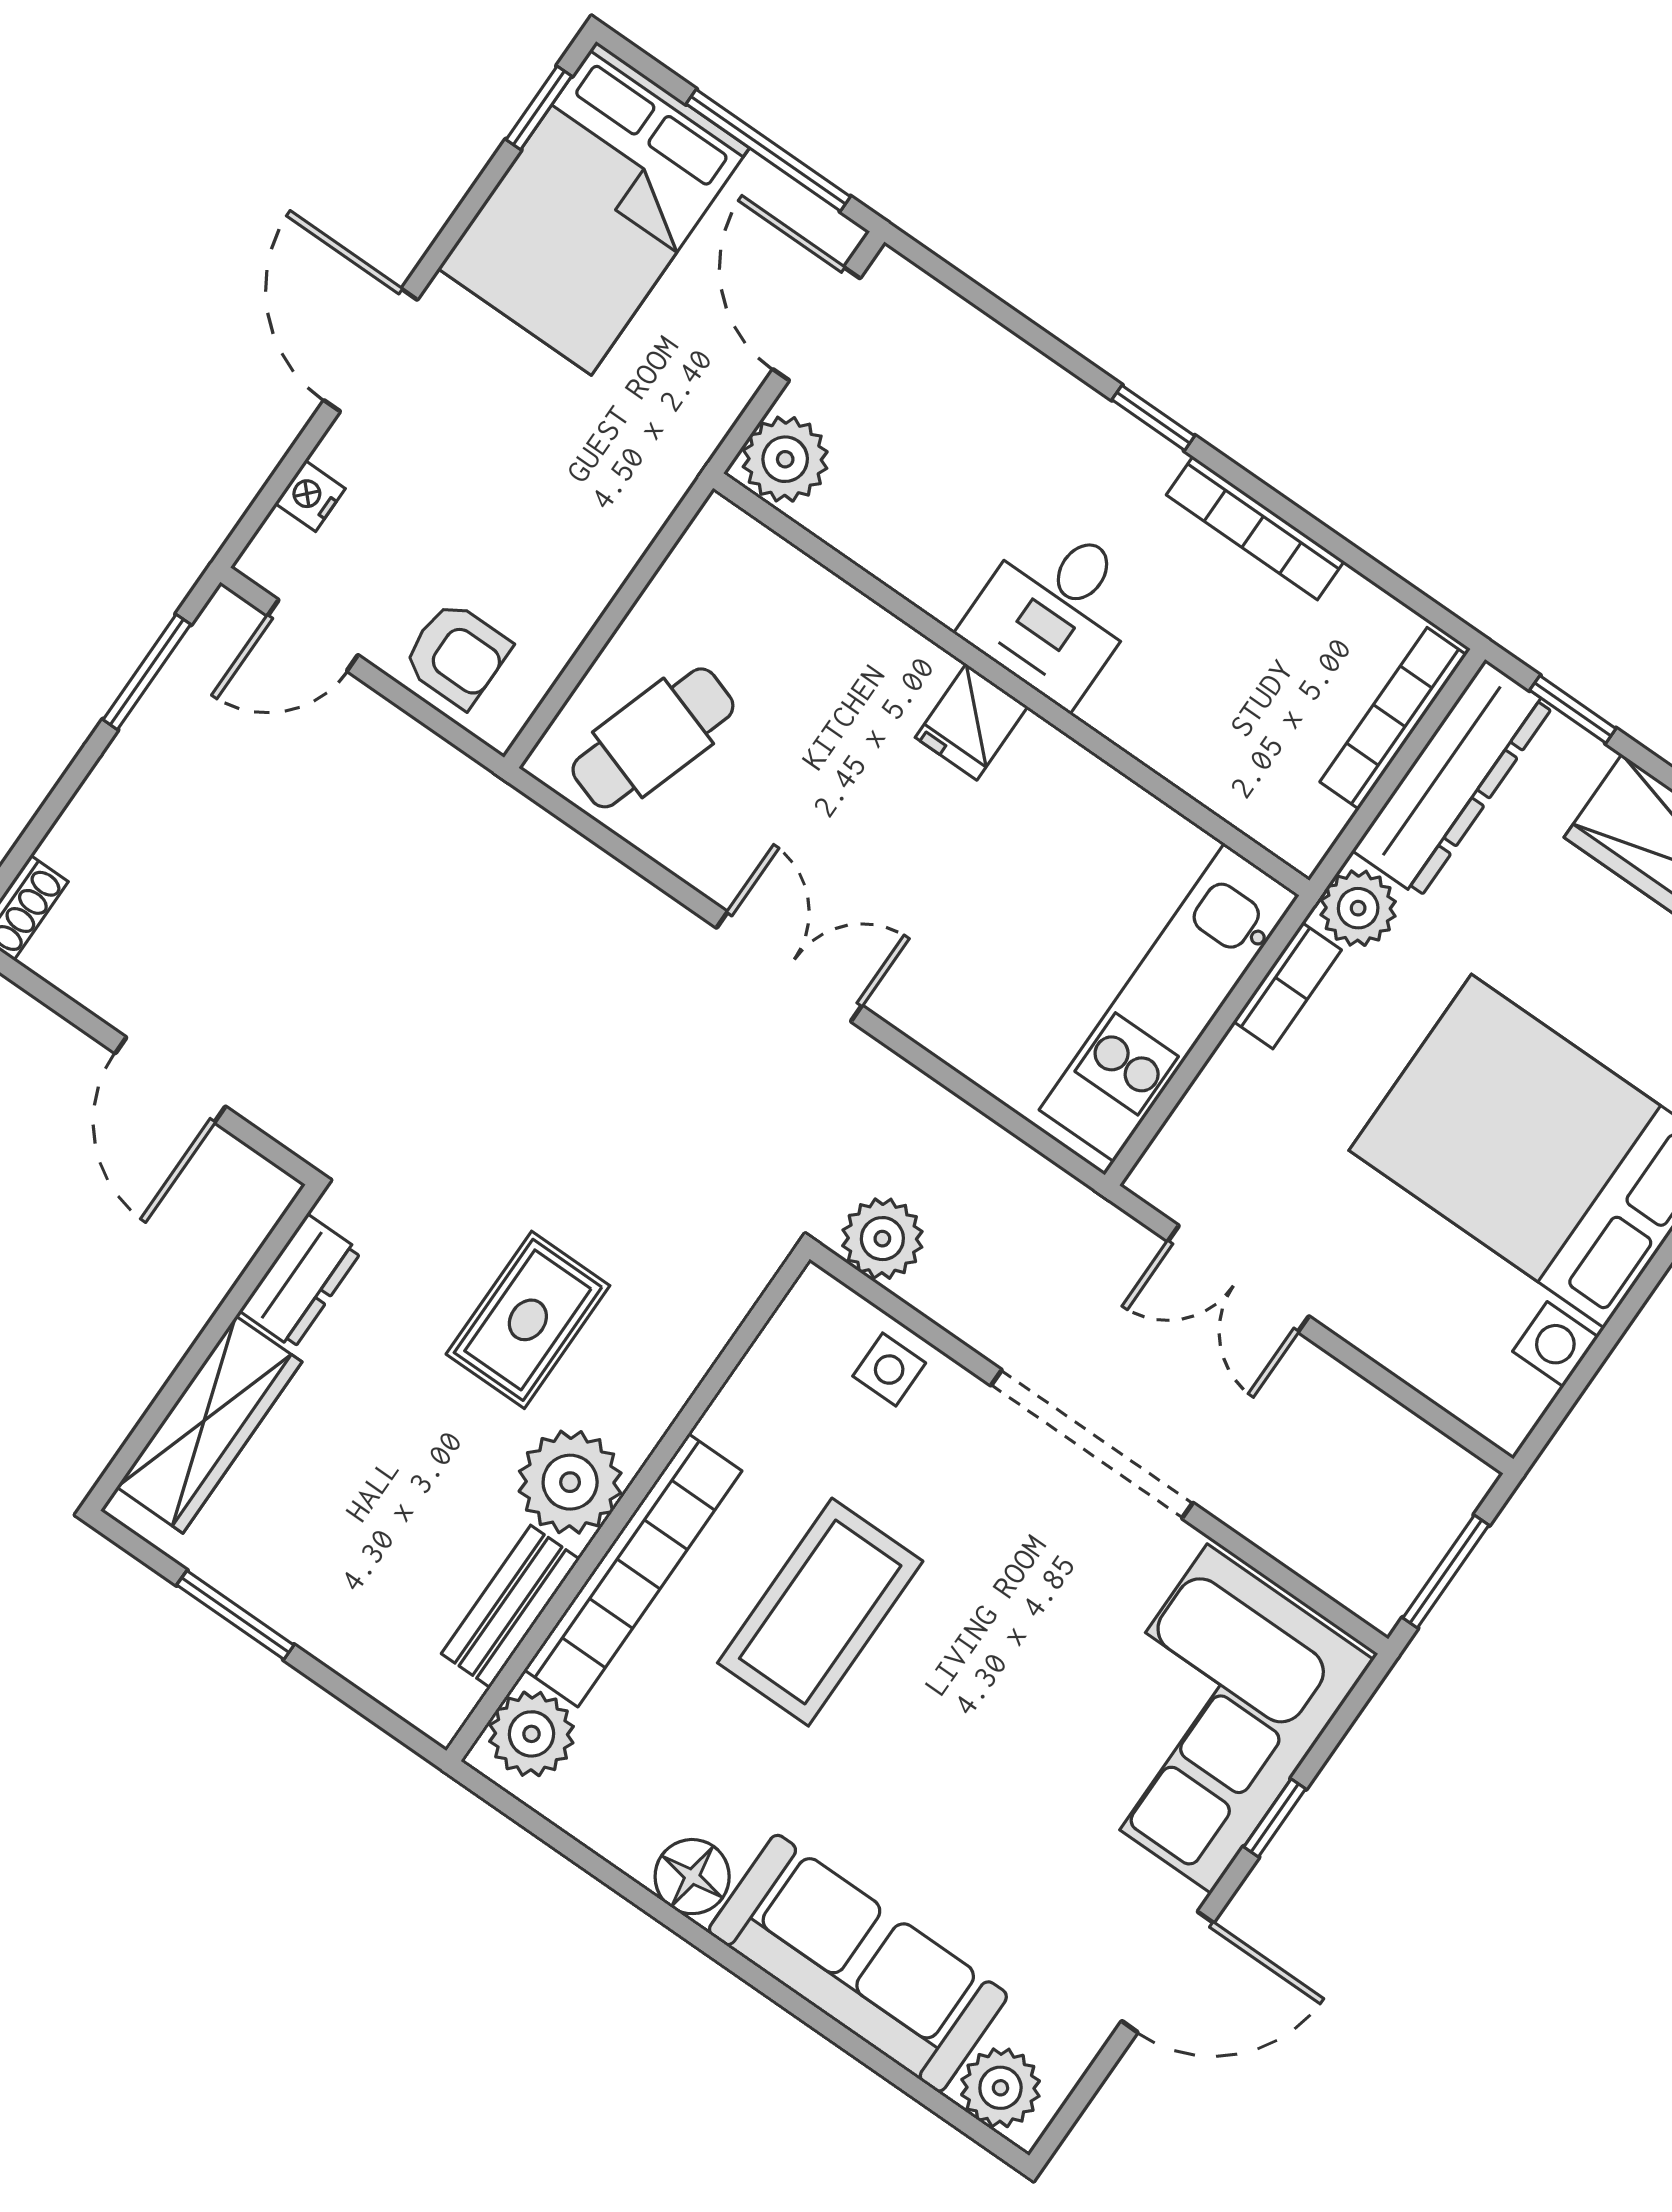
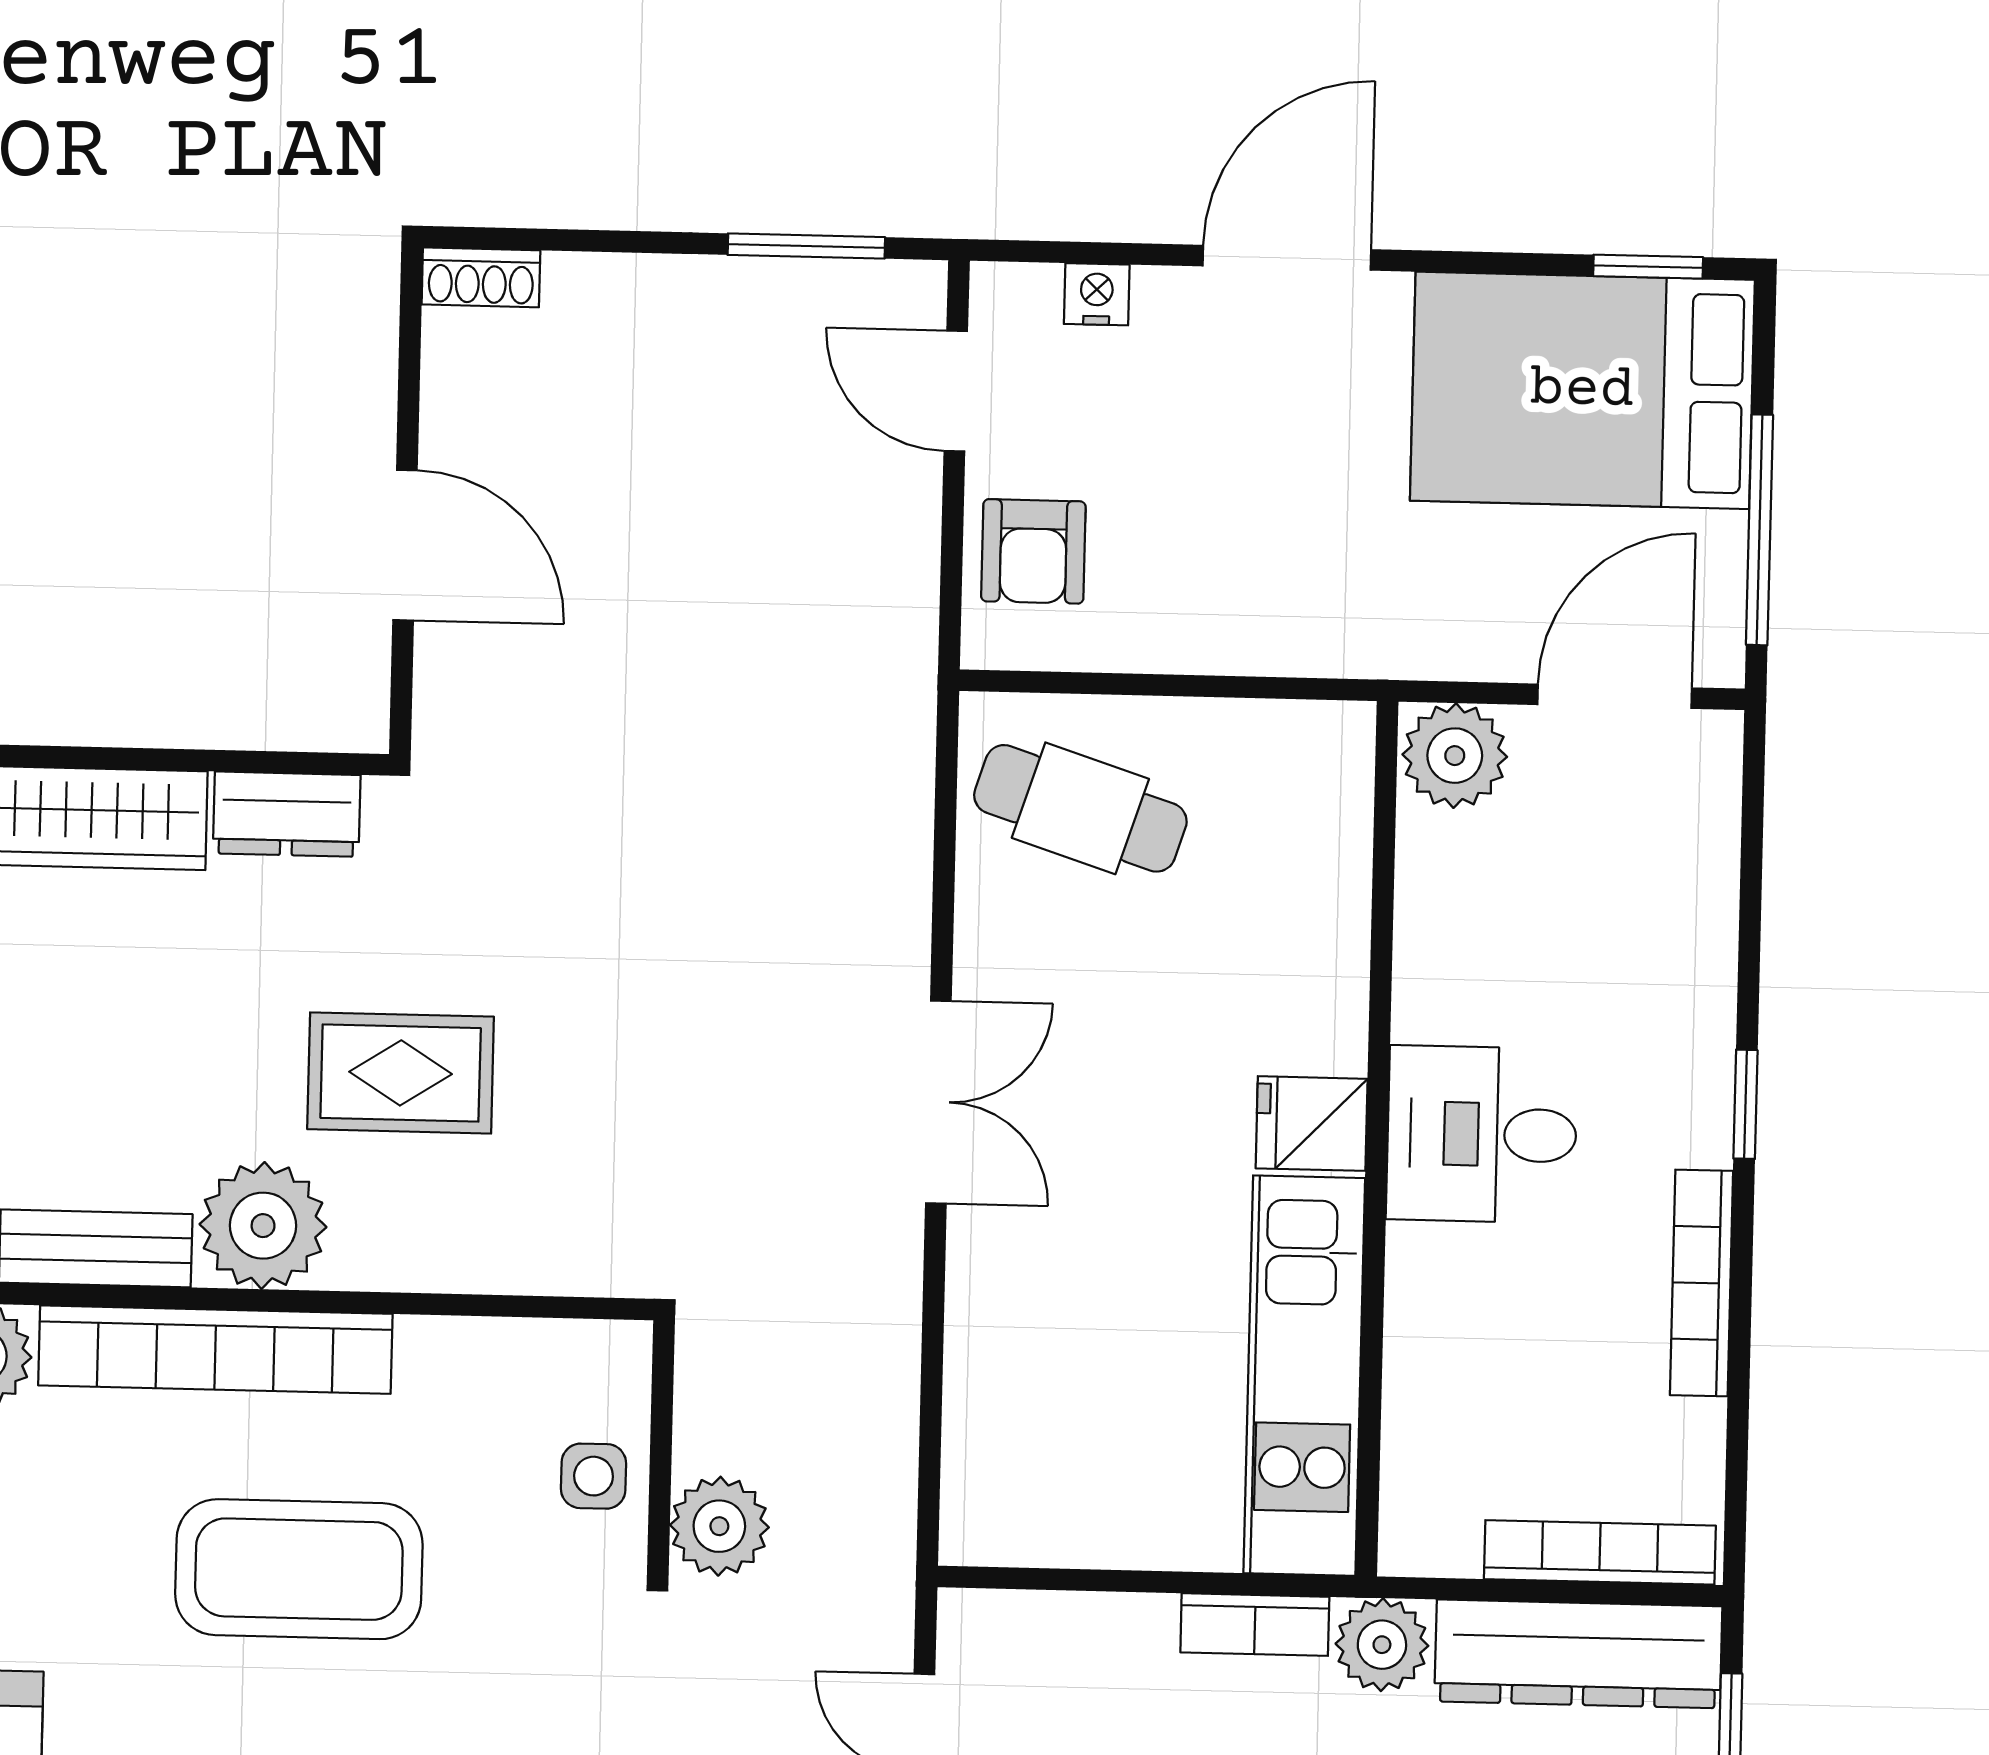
kitchen unit: (1169, 1003) -> (1304, 1376), moved, turned -90
door: (170, 1080) -> (405, 545), swing flipped
plant: (882, 1239) -> (719, 1526), moved

